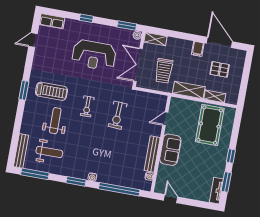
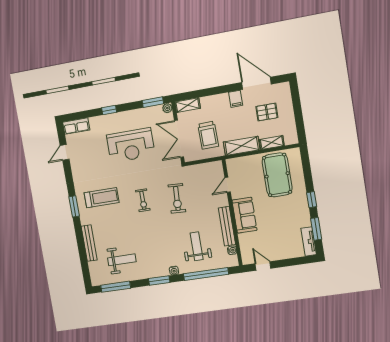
weight bench: (55, 121) -> (197, 246), moved
bench: (21, 151) -> (89, 243), moved

